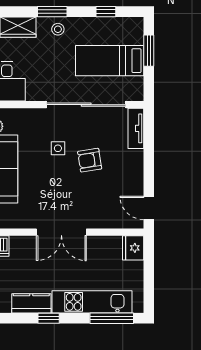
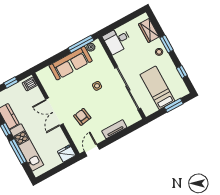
tv unit: (136, 128) -> (114, 129), moved
armchair: (90, 160) -> (82, 117), moved
window: (112, 318) -> (18, 151), moved

